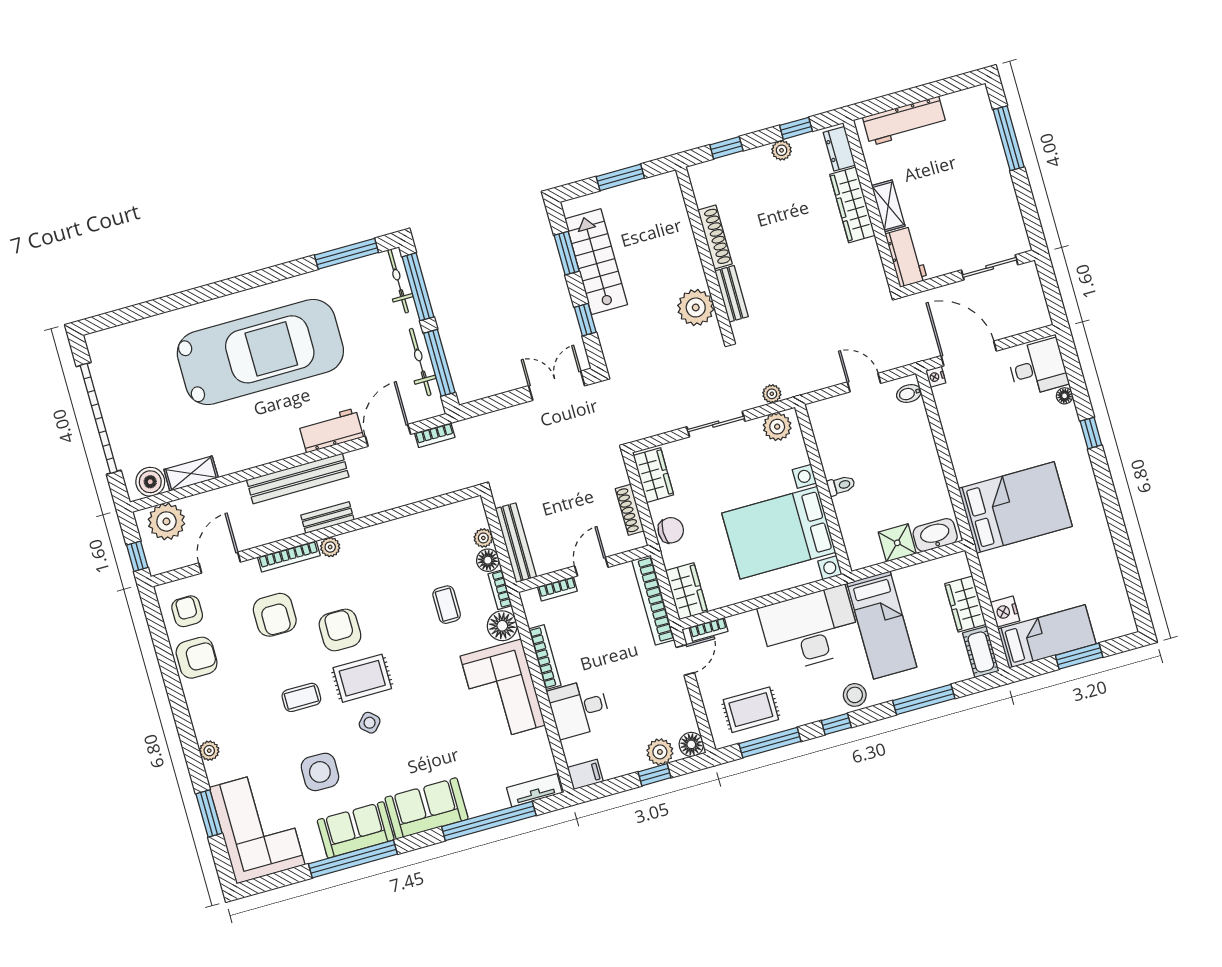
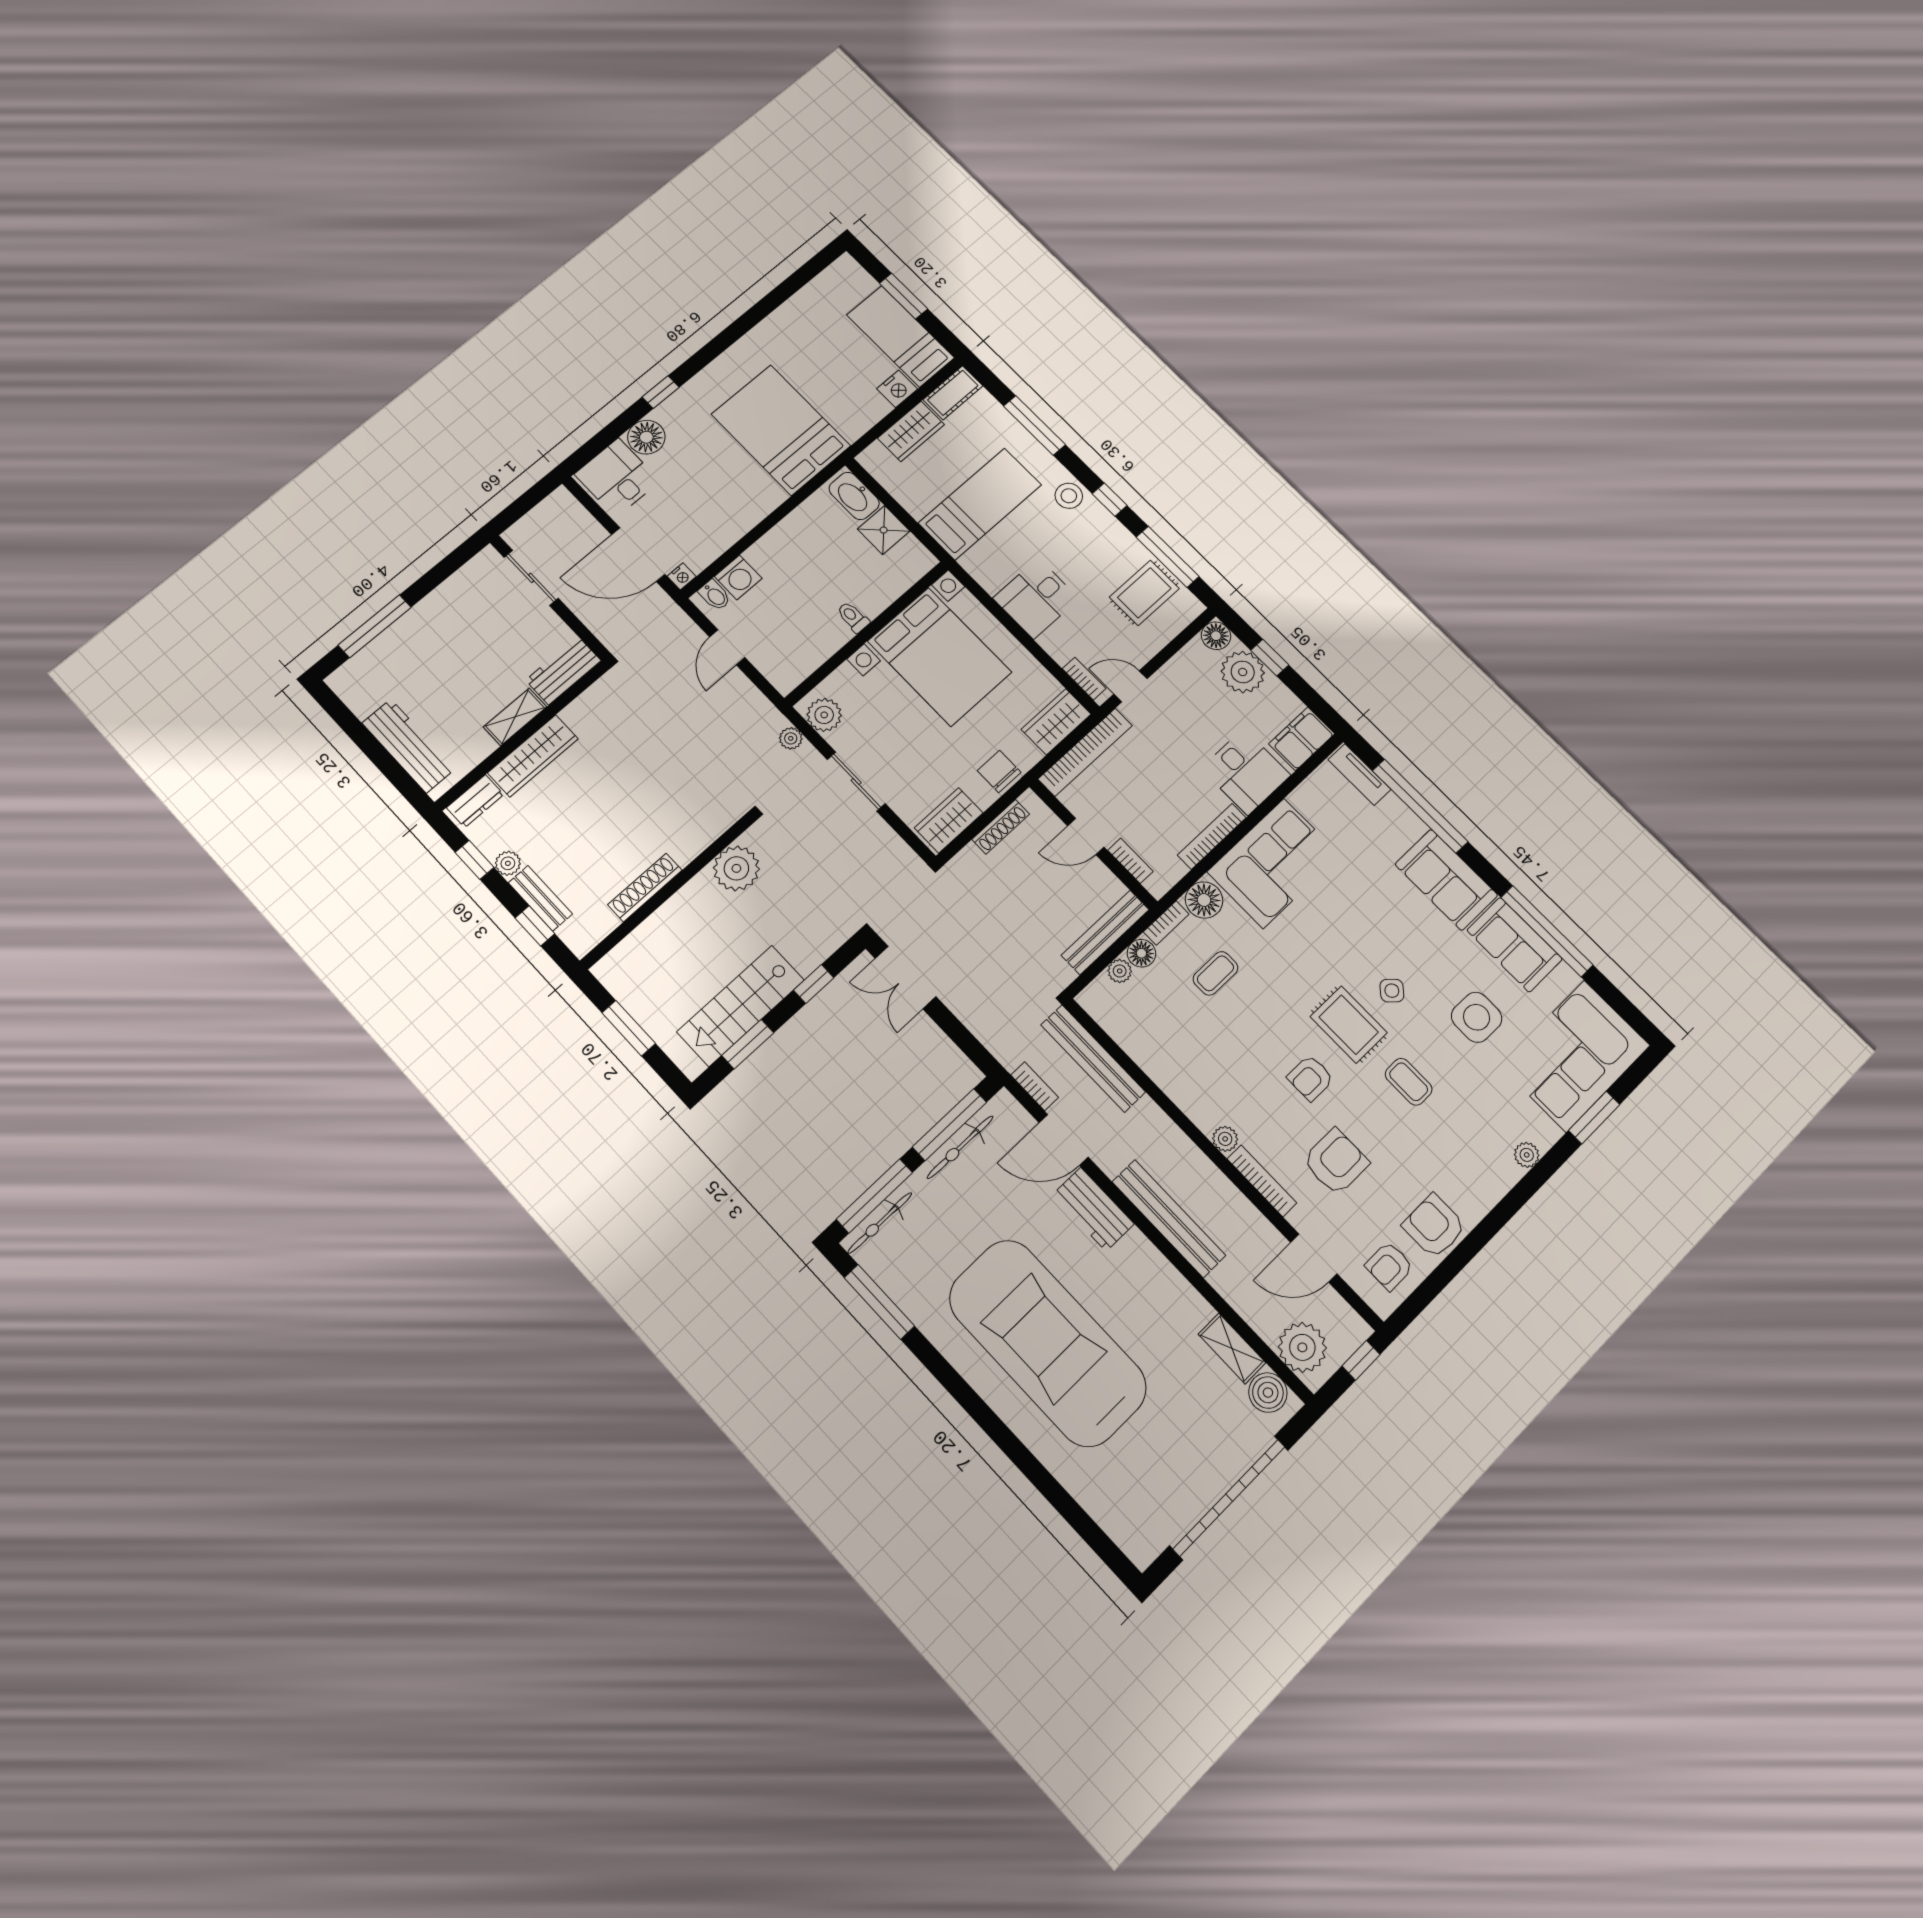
bench: (731, 294) -> (540, 898), moved, turned 90
door: (969, 353) -> (638, 555), hinge flipped
floor lamp: (1065, 396) -> (646, 437), width x1.89, depth x1.89
washing machine: (914, 417) -> (738, 577), added
bench: (327, 518) -> (1093, 1058), moved, width x1.86, depth x1.21
desk: (810, 629) -> (1036, 598), width x0.53, depth x0.77
armchair: (340, 630) -> (1310, 1078), width x0.72, depth x0.72
rug: (751, 710) -> (1144, 593), turned 90
plant: (660, 752) -> (1243, 672), width x1.36, depth x1.36
filing cabinet: (585, 774) -> (1302, 739), width x2.00

